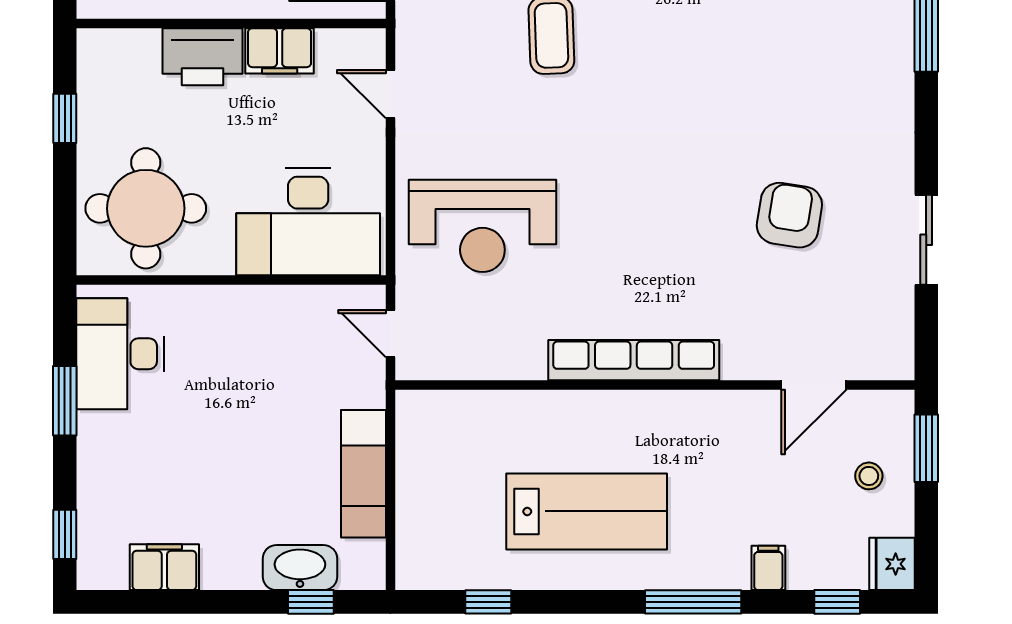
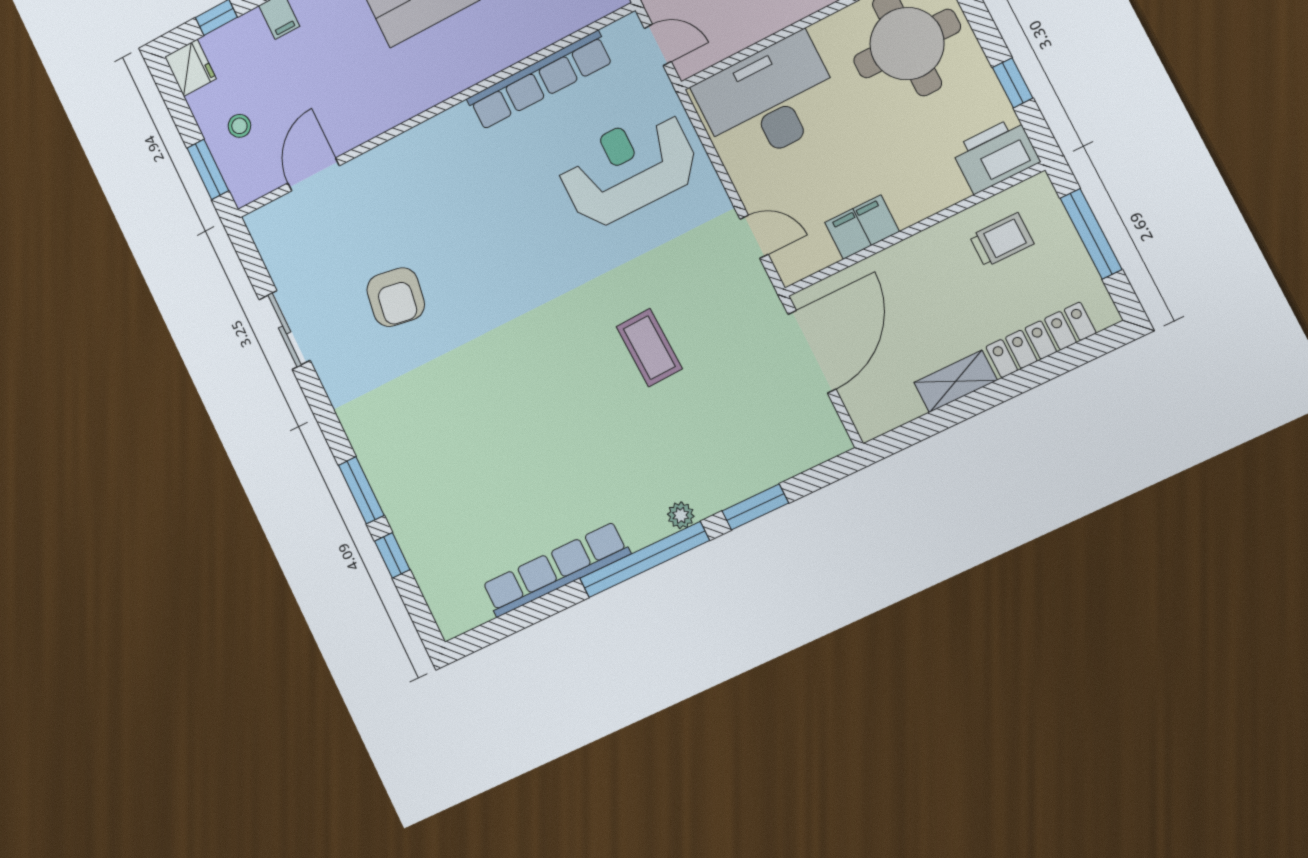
printer: (202, 57) -> (996, 155), moved
row of seats: (634, 360) -> (540, 80), moved

